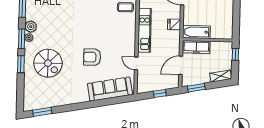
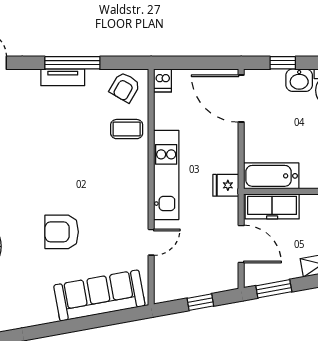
fridge: (174, 24) -> (226, 185), moved
door: (136, 63) -> (151, 242), swing flipped
door: (181, 65) -> (241, 244), swing flipped

